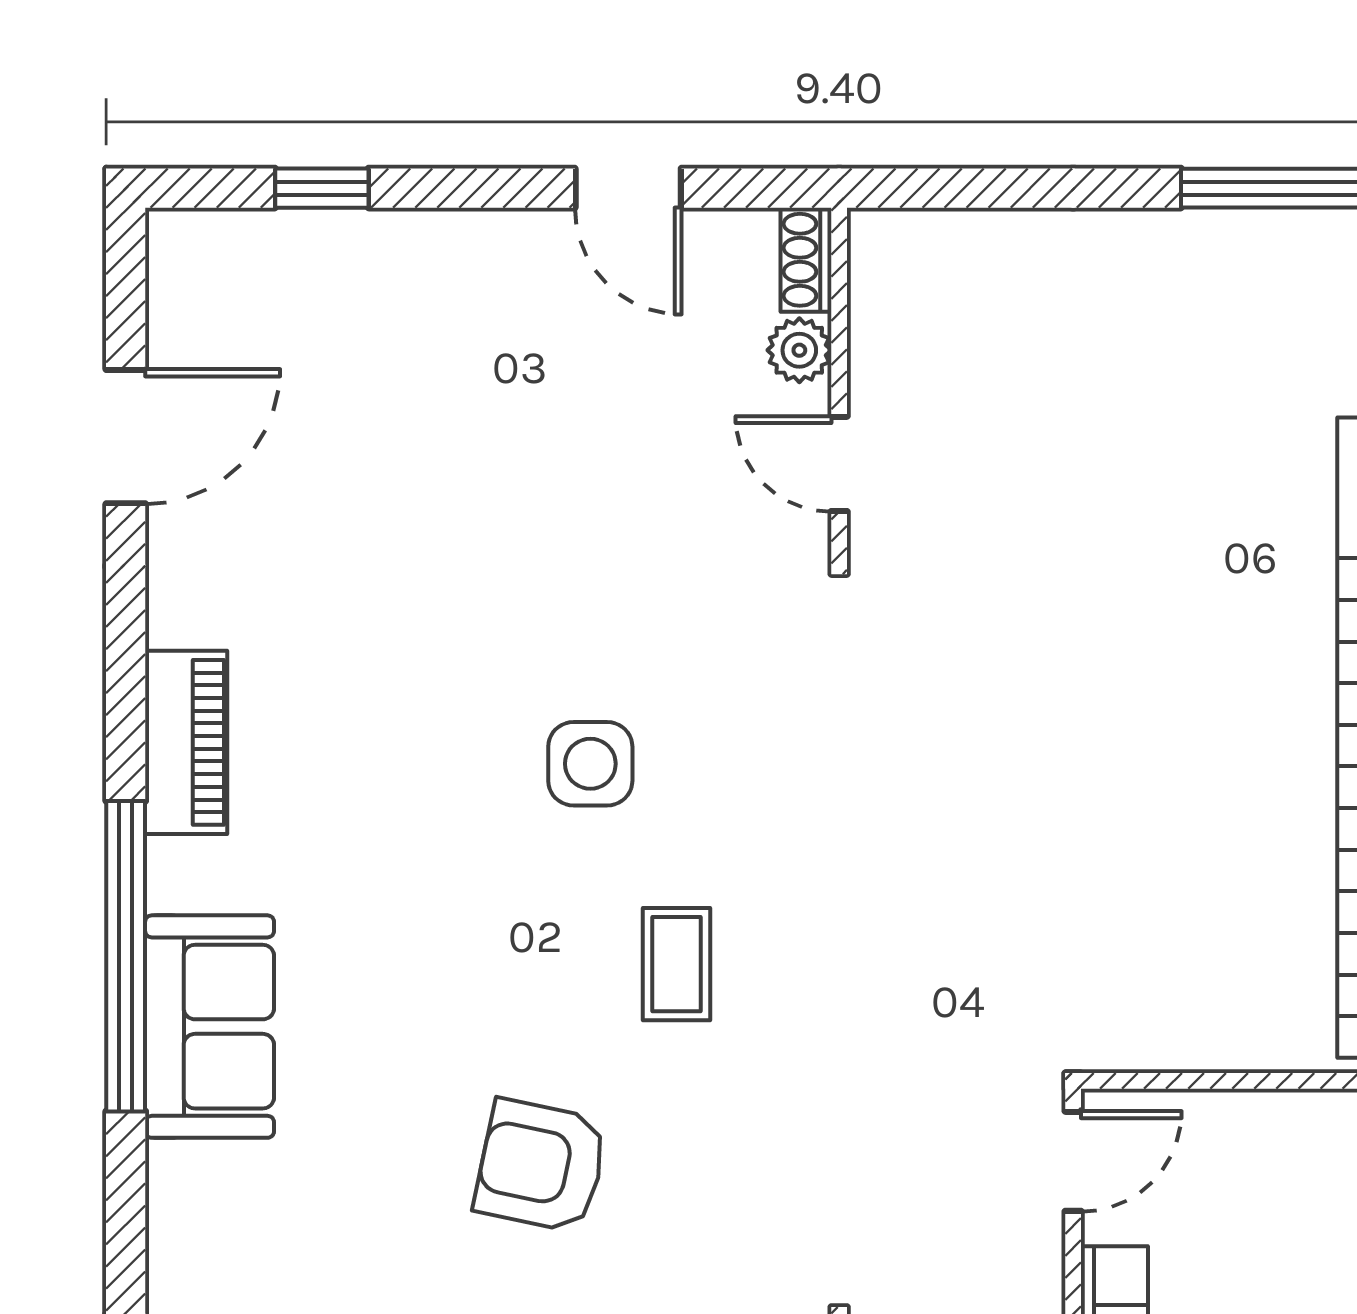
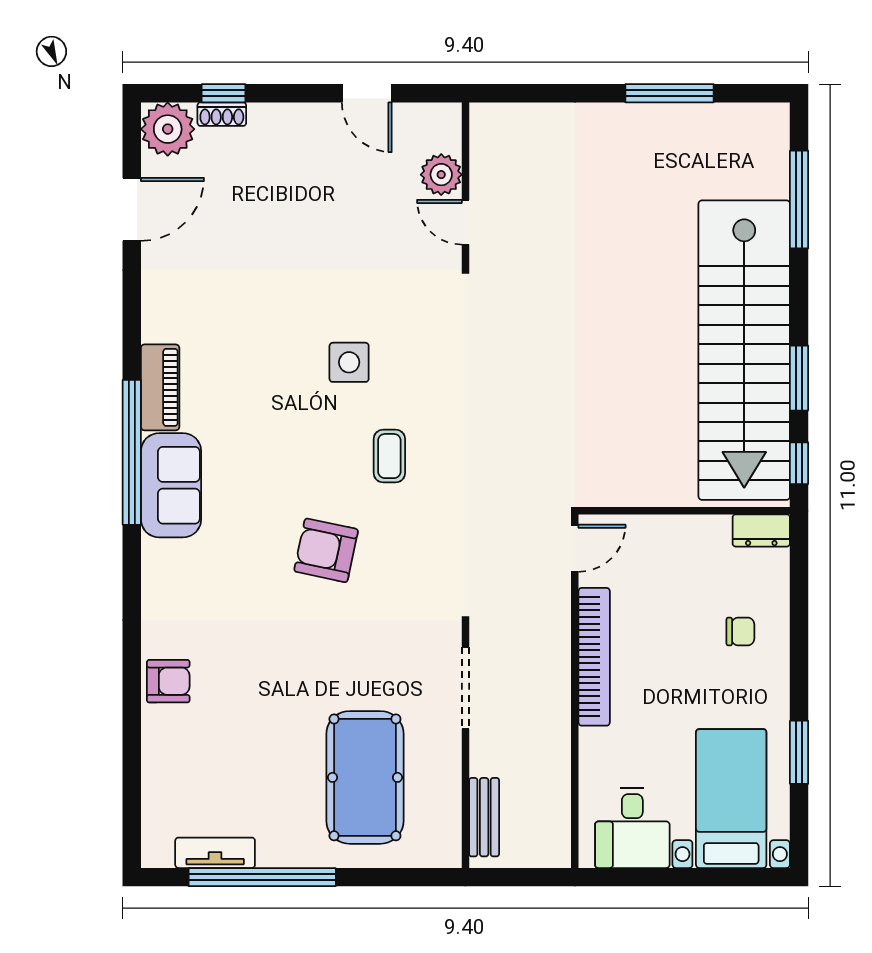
shoe rack: (806, 260) -> (222, 114), moved, turned -90
plant: (202, 265) -> (168, 129), added
plant: (799, 350) -> (441, 175), width x1.38, depth x1.38
piano: (186, 742) -> (160, 387), moved

